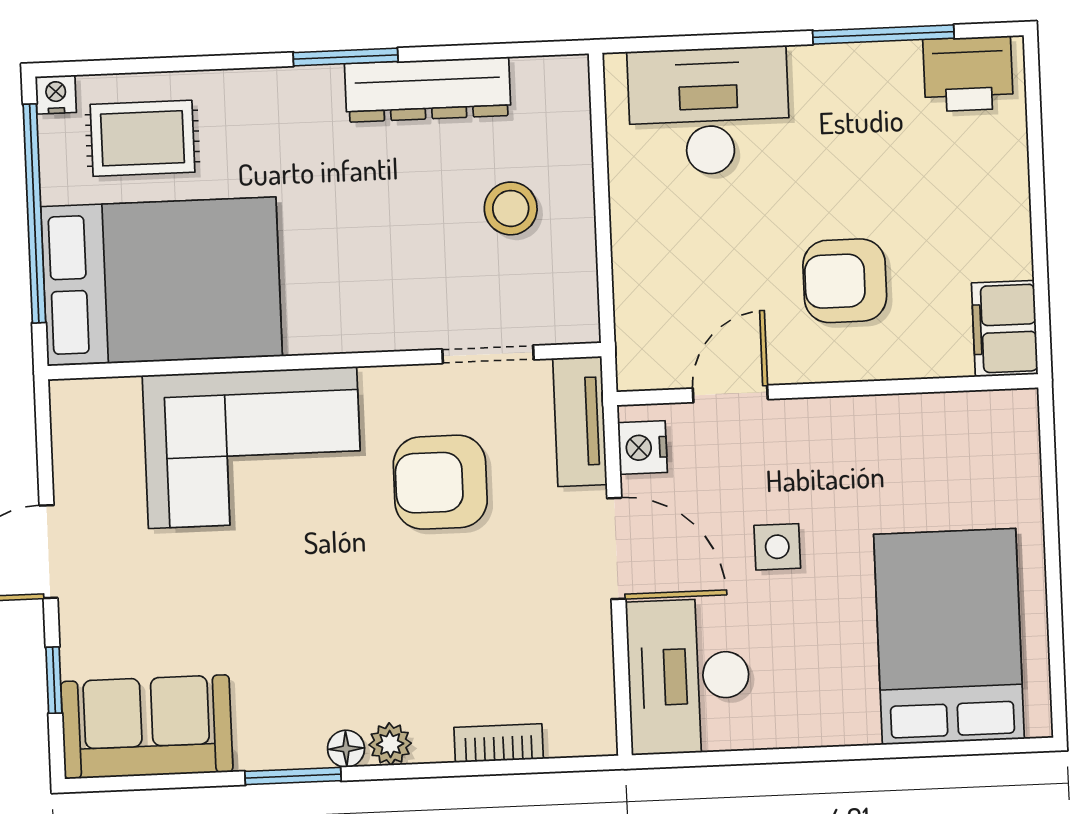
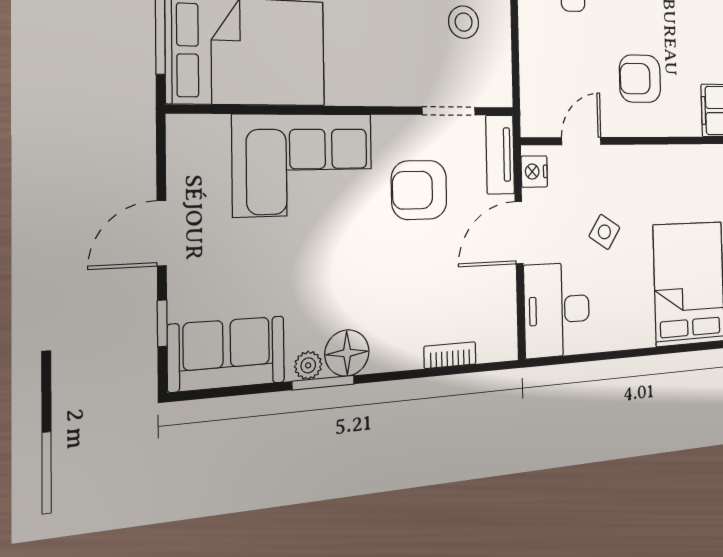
side table: (777, 547) -> (604, 232), turned 33
door: (616, 548) -> (519, 232), swing flipped
plant: (390, 744) -> (308, 365), moved
floor lamp: (346, 749) -> (347, 353), width x1.89, depth x1.89

